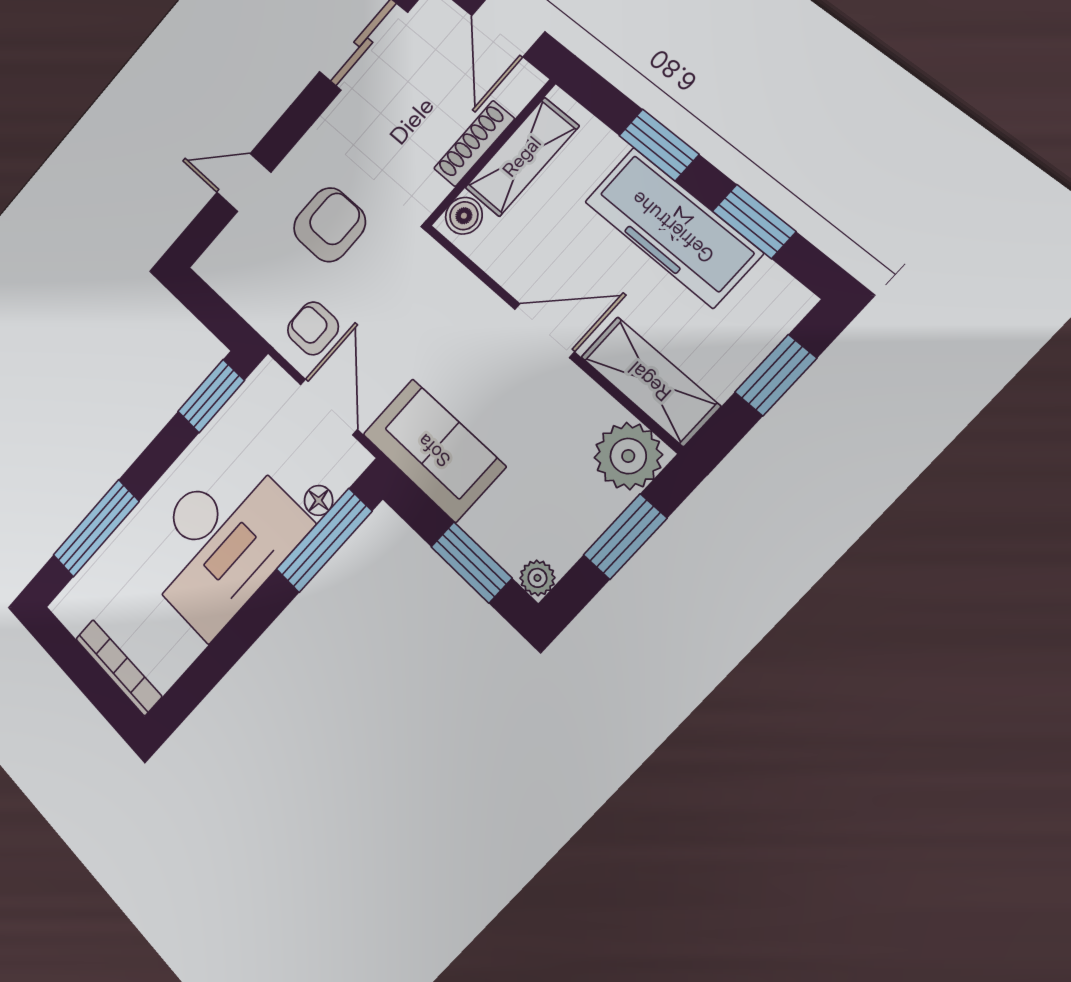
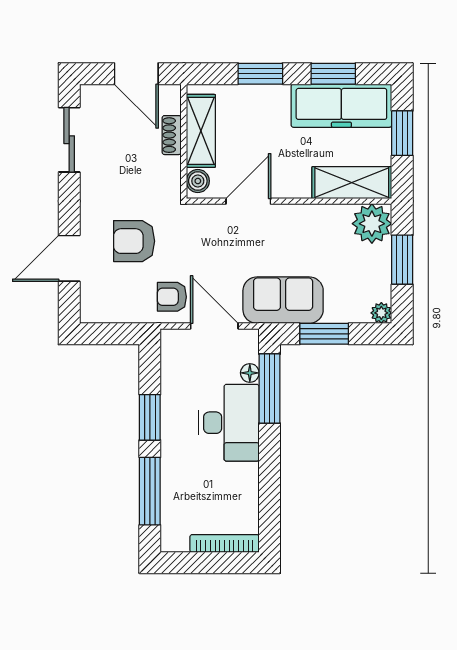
shoe rack: (474, 144) -> (172, 135), width x0.70
door: (244, 183) -> (69, 258), width x1.37
armchair: (329, 225) -> (134, 241), turned -90
freezer: (673, 227) -> (341, 106), moved
door: (544, 331) -> (248, 201), moved
window: (211, 396) -> (150, 417), moved
desk: (221, 542) -> (229, 423), width x0.73, depth x0.77
window: (471, 562) -> (324, 334), moved

